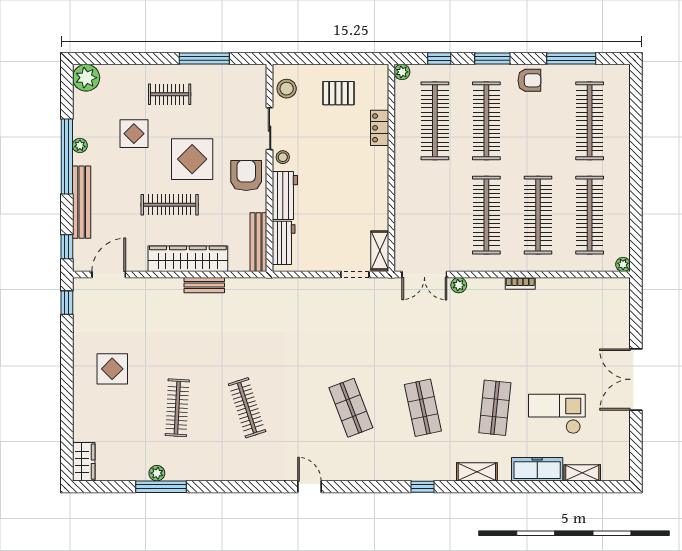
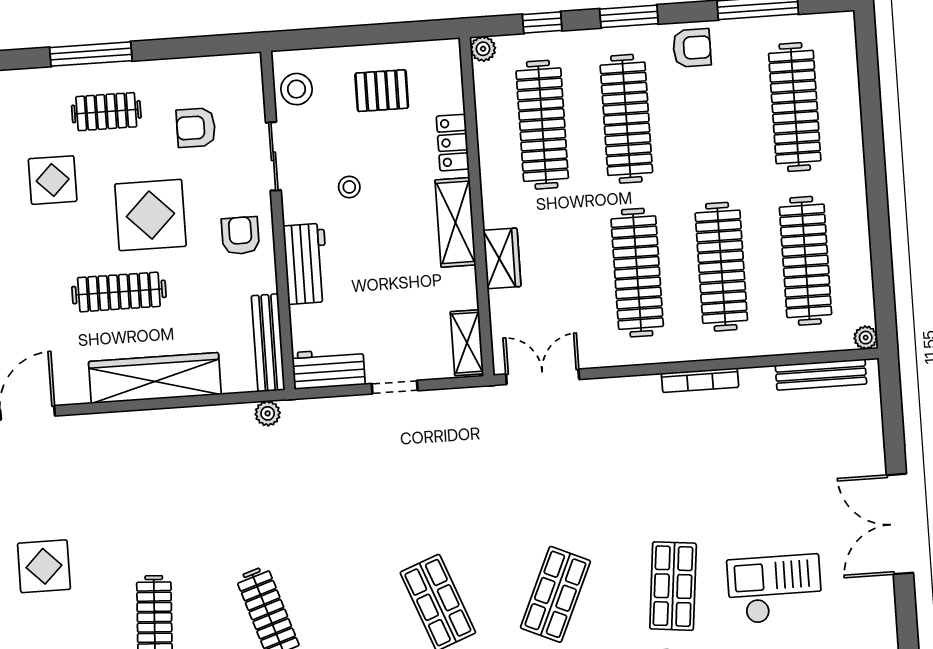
window: (204, 58) -> (91, 54), moved
armchair: (224, 108) -> (196, 128), added
stool: (283, 157) -> (349, 187), moved
armchair: (246, 176) -> (240, 236), width x0.72, depth x0.72
shelving: (378, 177) -> (455, 222), added
wardrobe: (405, 201) -> (502, 258), added
workbench: (284, 243) -> (329, 369), moved, turned -90
doorway: (355, 275) -> (395, 387), moved
double door: (424, 275) -> (543, 377), swing flipped
bookcase: (520, 283) -> (700, 380), width x1.56
bench: (204, 285) -> (821, 375), moved, width x1.36
plant: (459, 285) -> (268, 413), moved
shop shelf: (423, 408) -> (555, 594), turned 36

